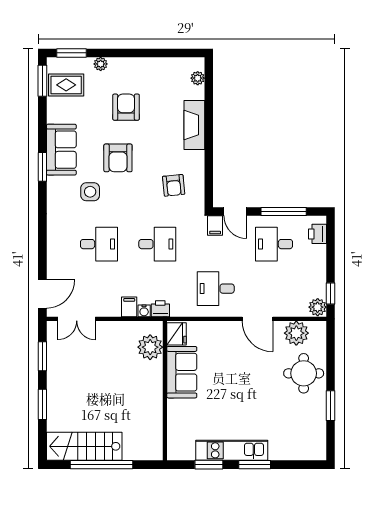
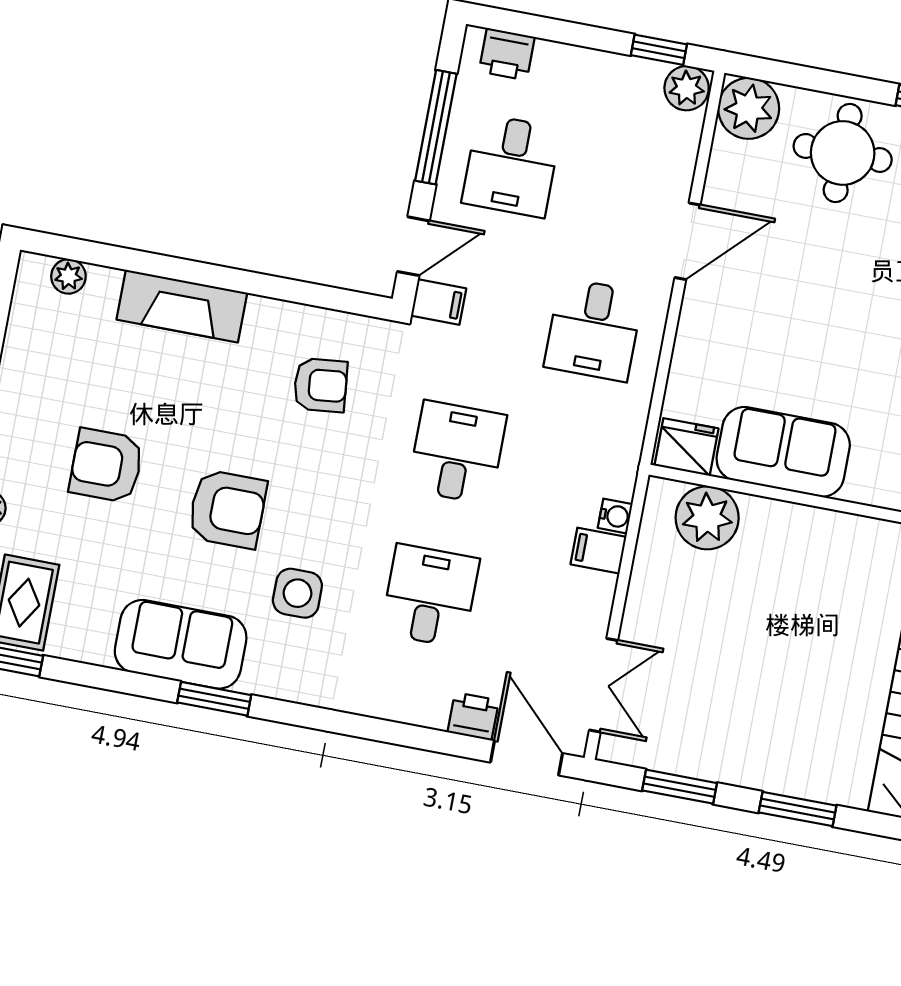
printer: (160, 309) -> (473, 716), moved, turned 90
plant: (296, 333) -> (749, 108), moved

